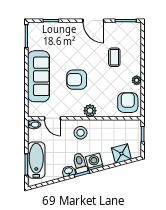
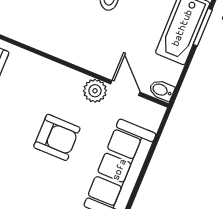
plant: (90, 111) -> (95, 91), moved
stool: (81, 133) -> (88, 44), removed

